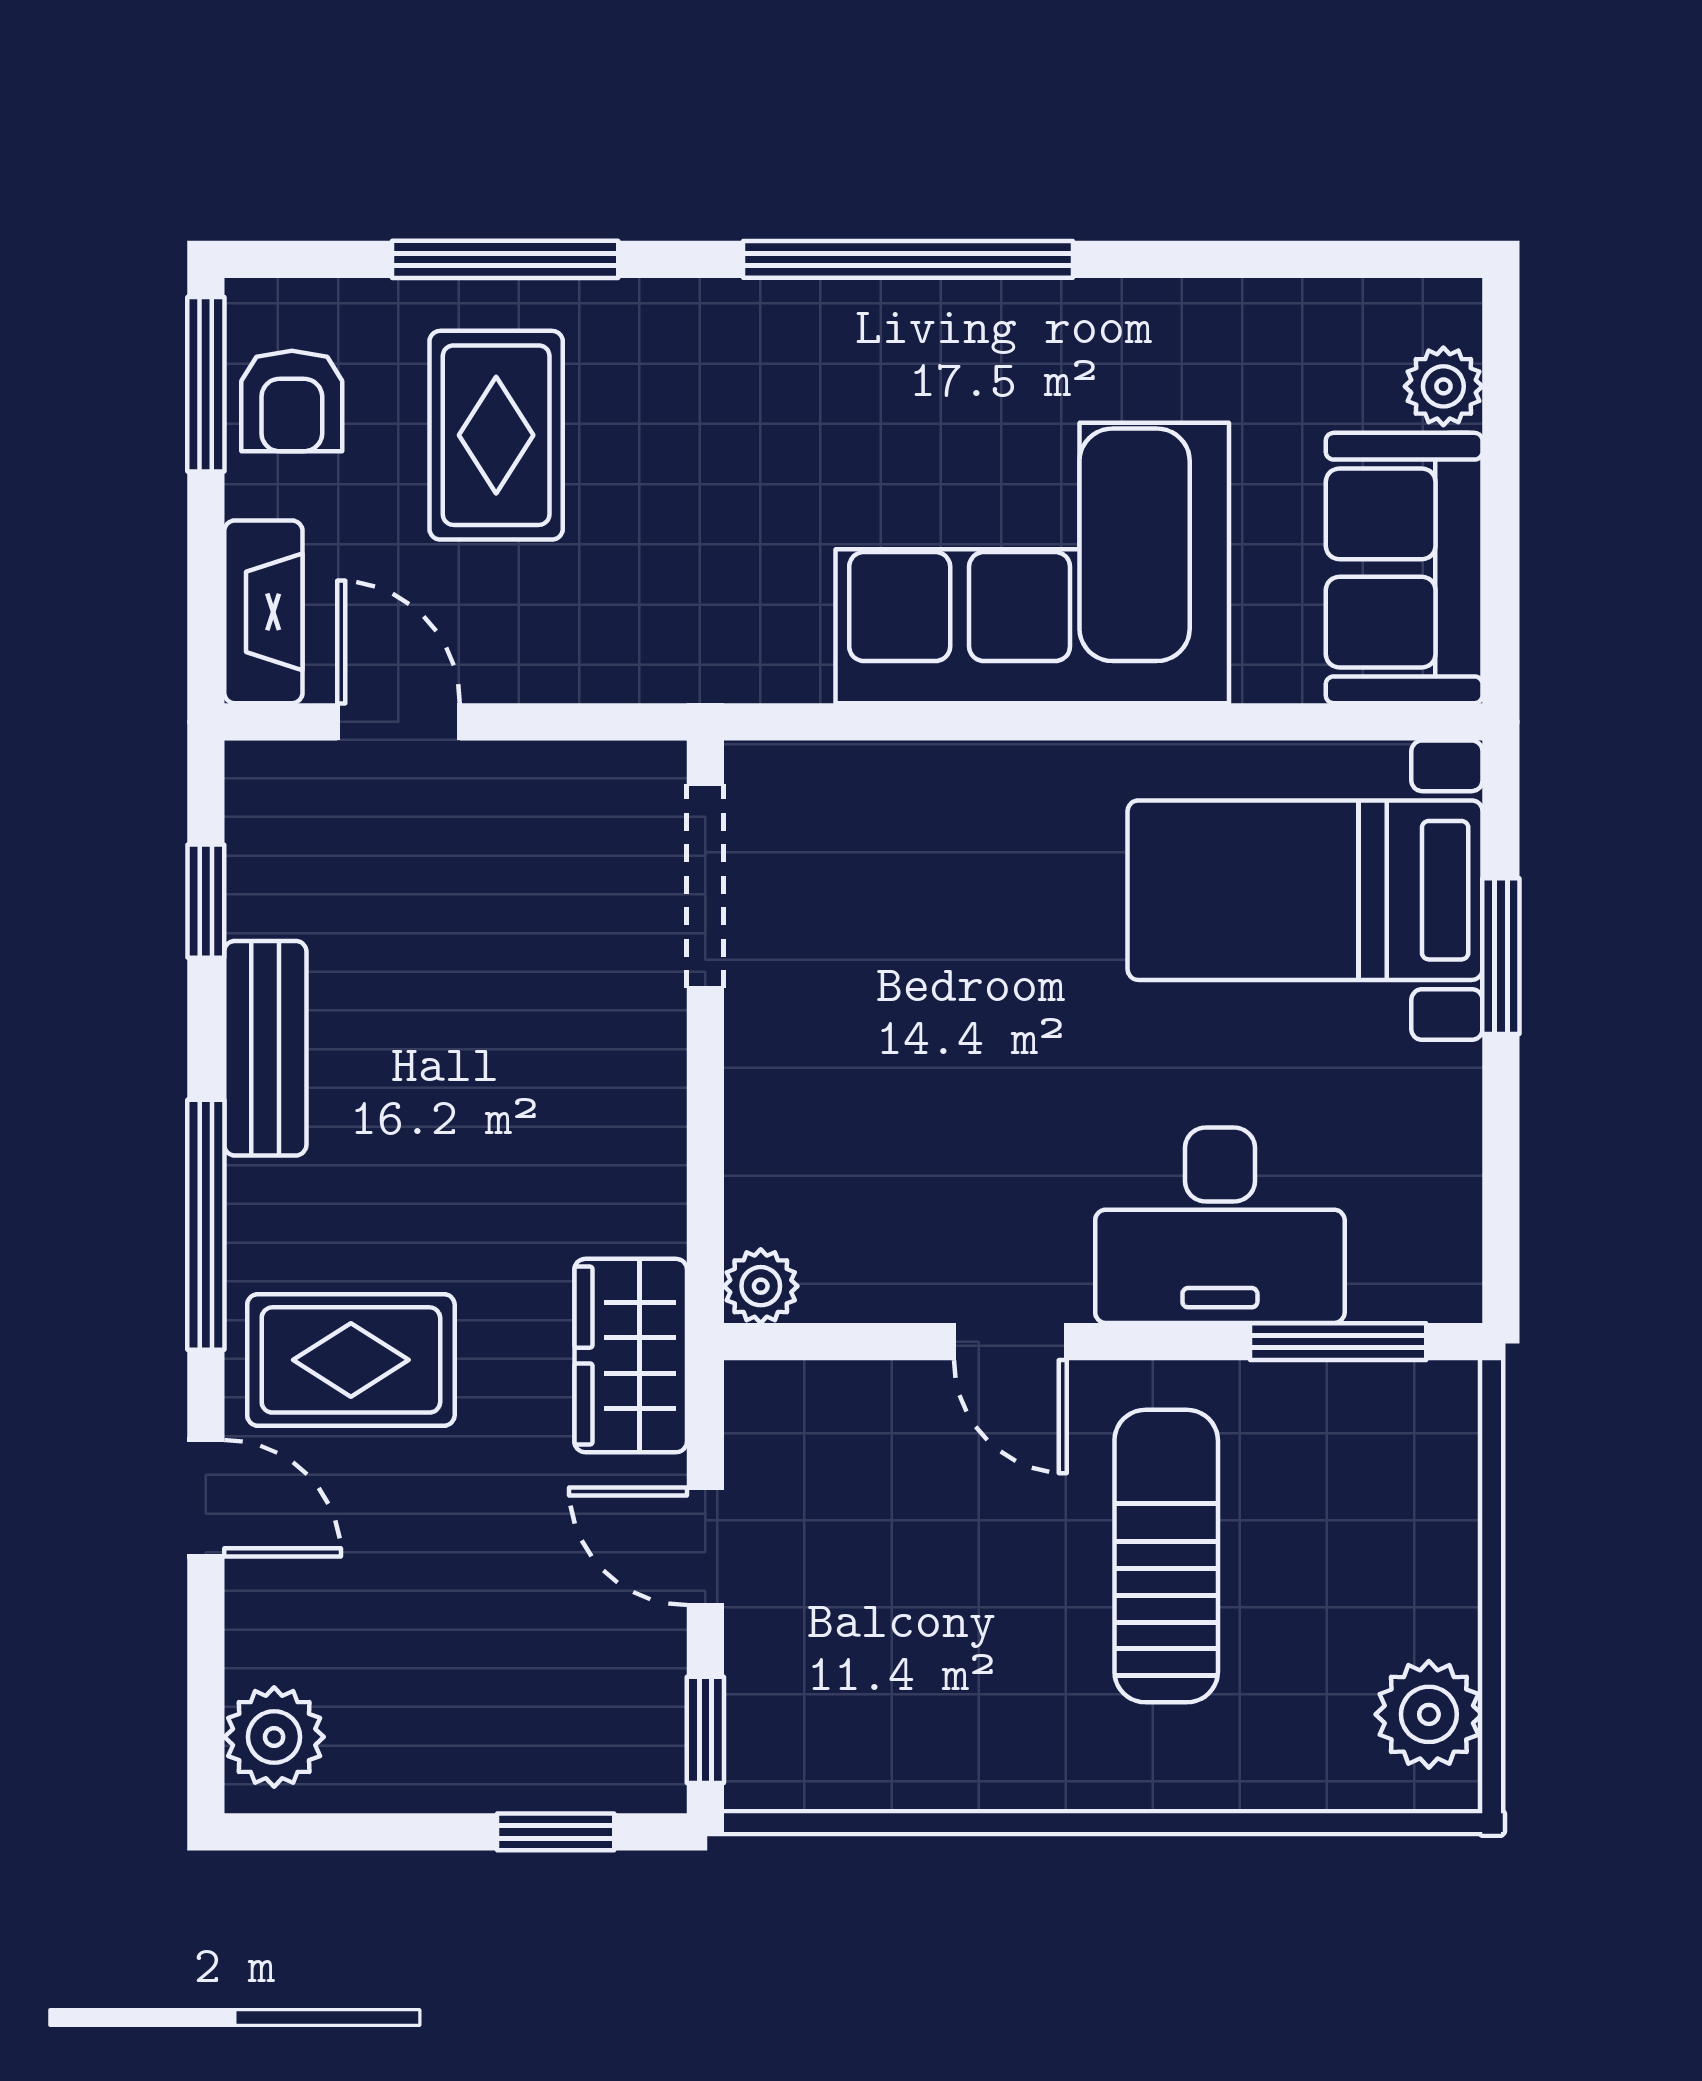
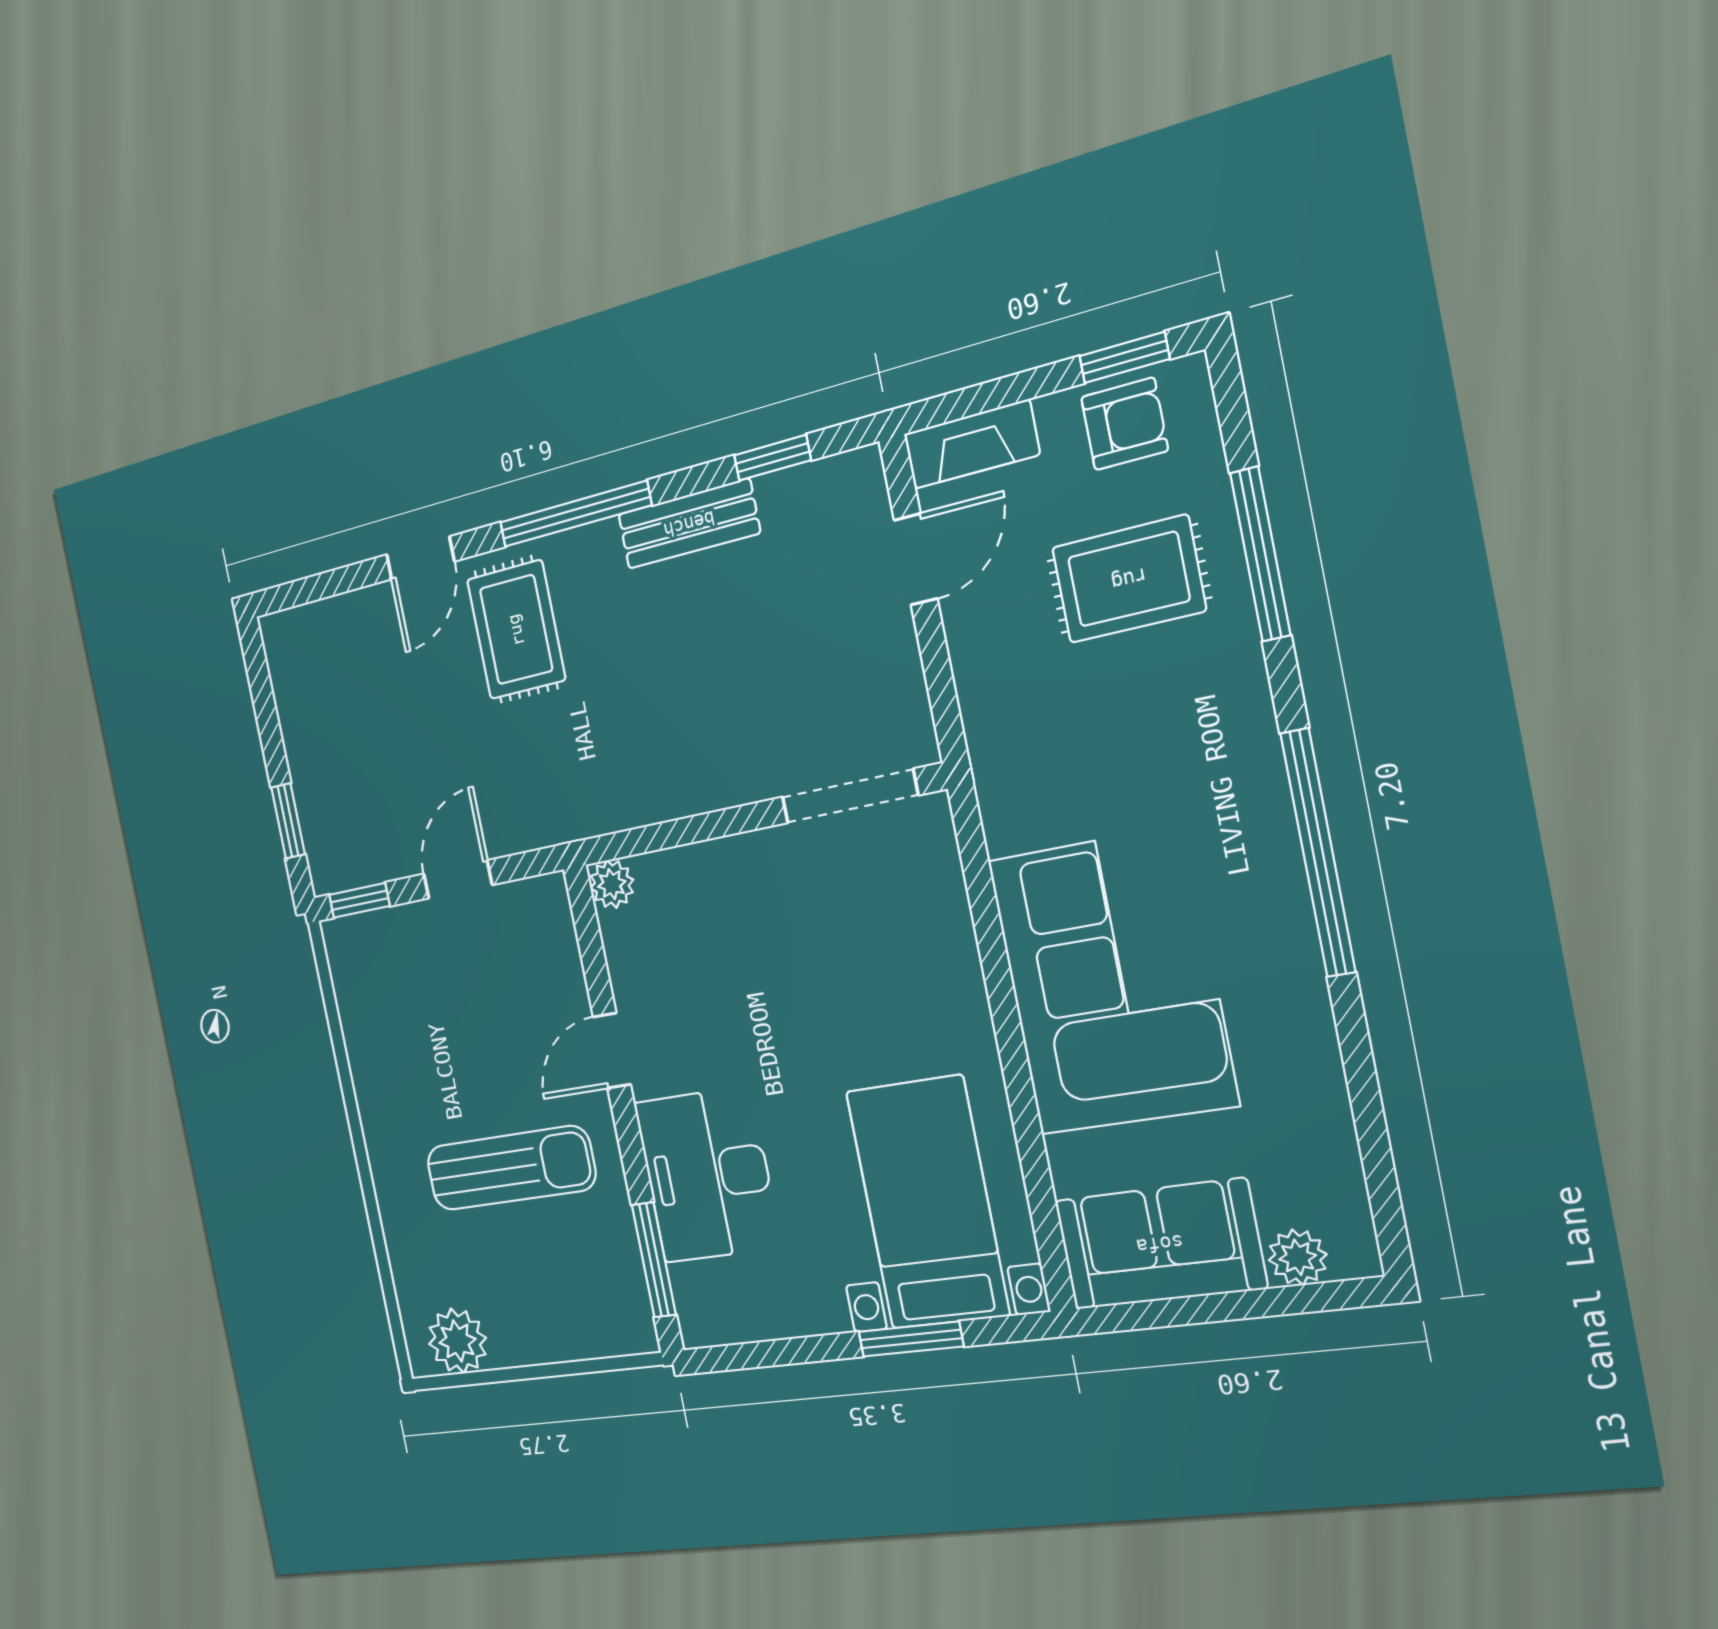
window: (206, 384) -> (1124, 357), width x0.67
armchair: (292, 401) -> (1125, 424), turned 180
wardrobe: (631, 1356) -> (555, 809), removed
plant: (274, 1737) -> (302, 636), removed

